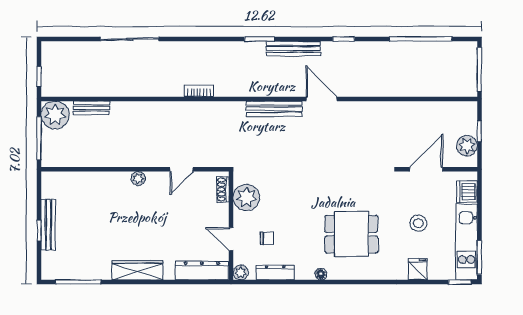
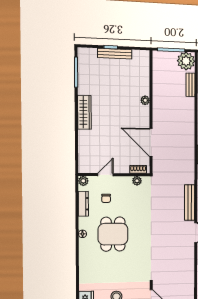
door: (182, 169) -> (151, 143), width x1.88
plant: (138, 178) -> (145, 100), moved
plant: (246, 197) -> (137, 181), width x0.53, depth x0.53
dining table: (351, 234) -> (113, 234), moved
dresser: (202, 271) -> (84, 155), removed

